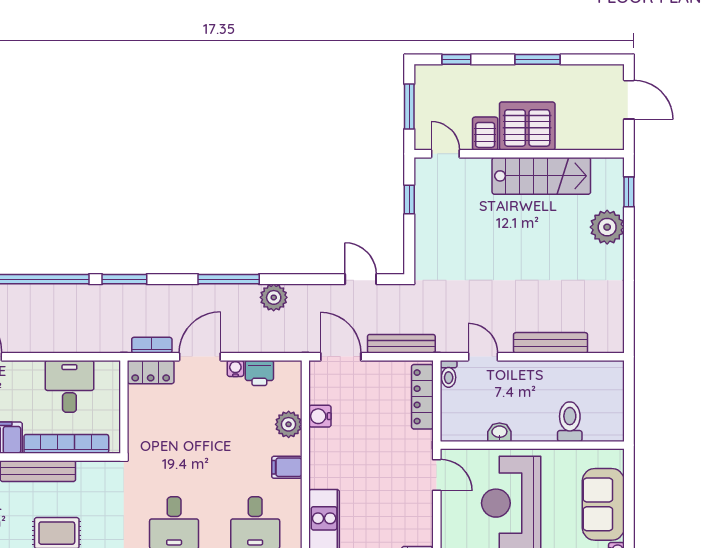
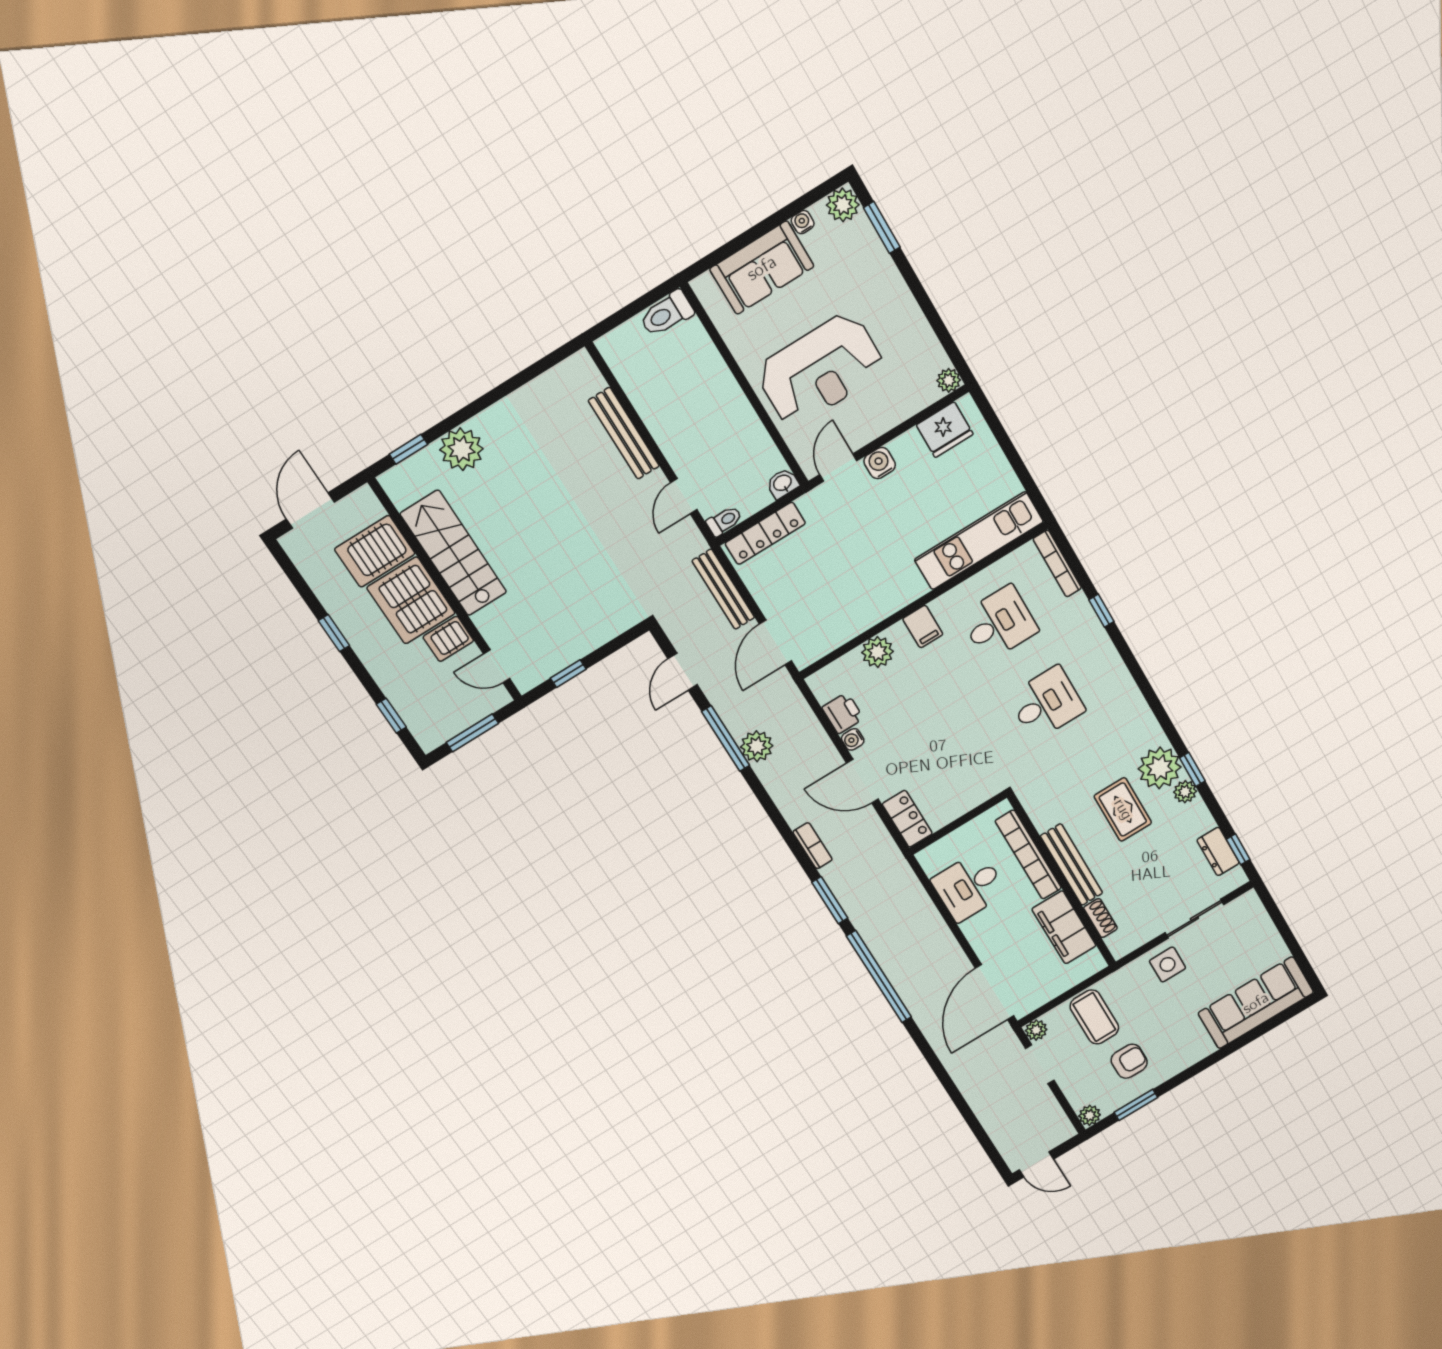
window: (537, 59) -> (334, 633), width x0.67
server rack: (575, 124) -> (375, 551), added
door: (445, 154) -> (497, 666), hinge flipped
window: (229, 279) -> (726, 739), moved
bookcase: (152, 345) -> (813, 846), moved, turned 180
water cooler: (320, 416) -> (880, 463), moved, turned 180
toilet: (570, 422) -> (667, 314), moved
washbasin: (499, 432) -> (783, 483), moved, turned 90

